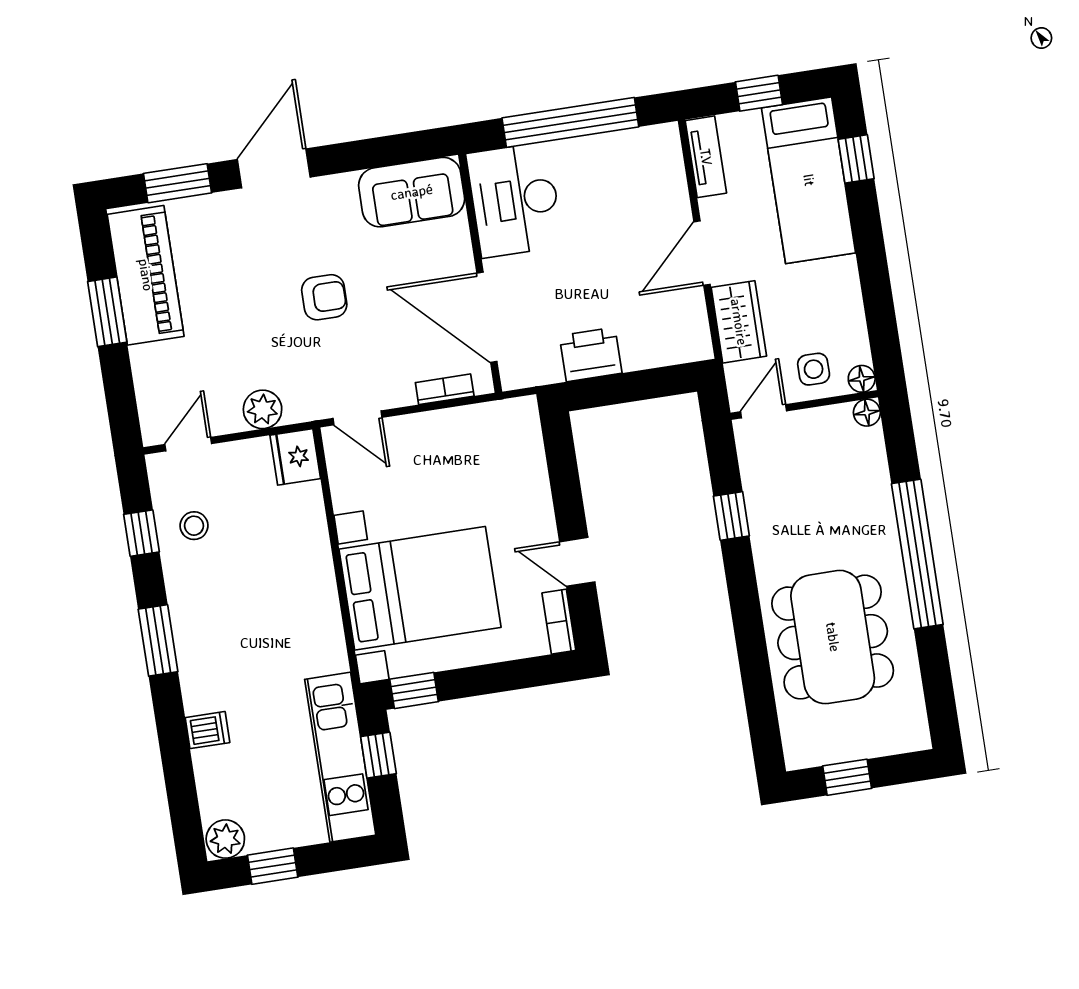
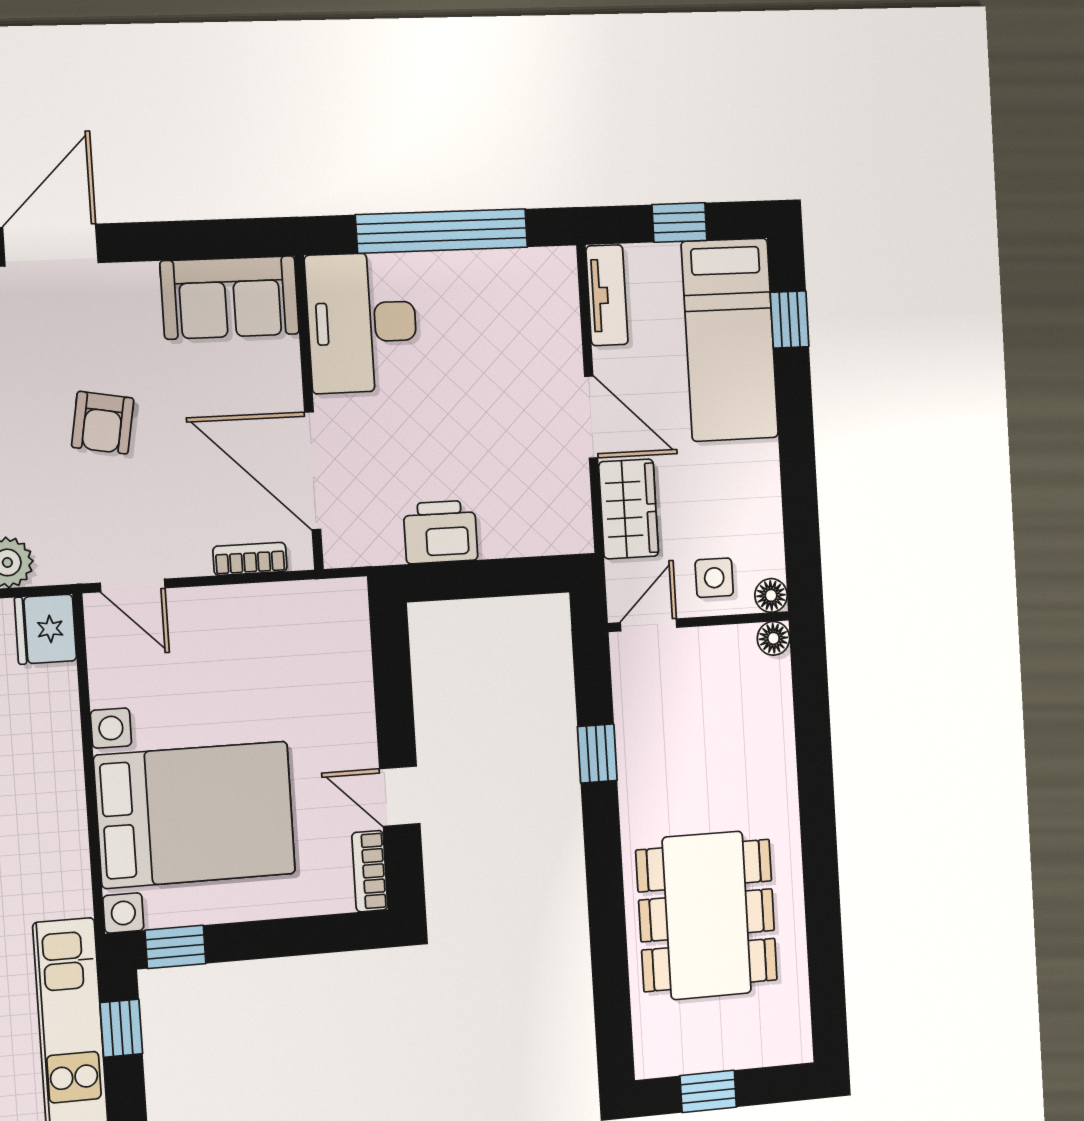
door: (702, 253) -> (591, 417), swing flipped
armchair: (324, 297) -> (103, 423), turned 100
window: (917, 554) -> (818, 820), removed

